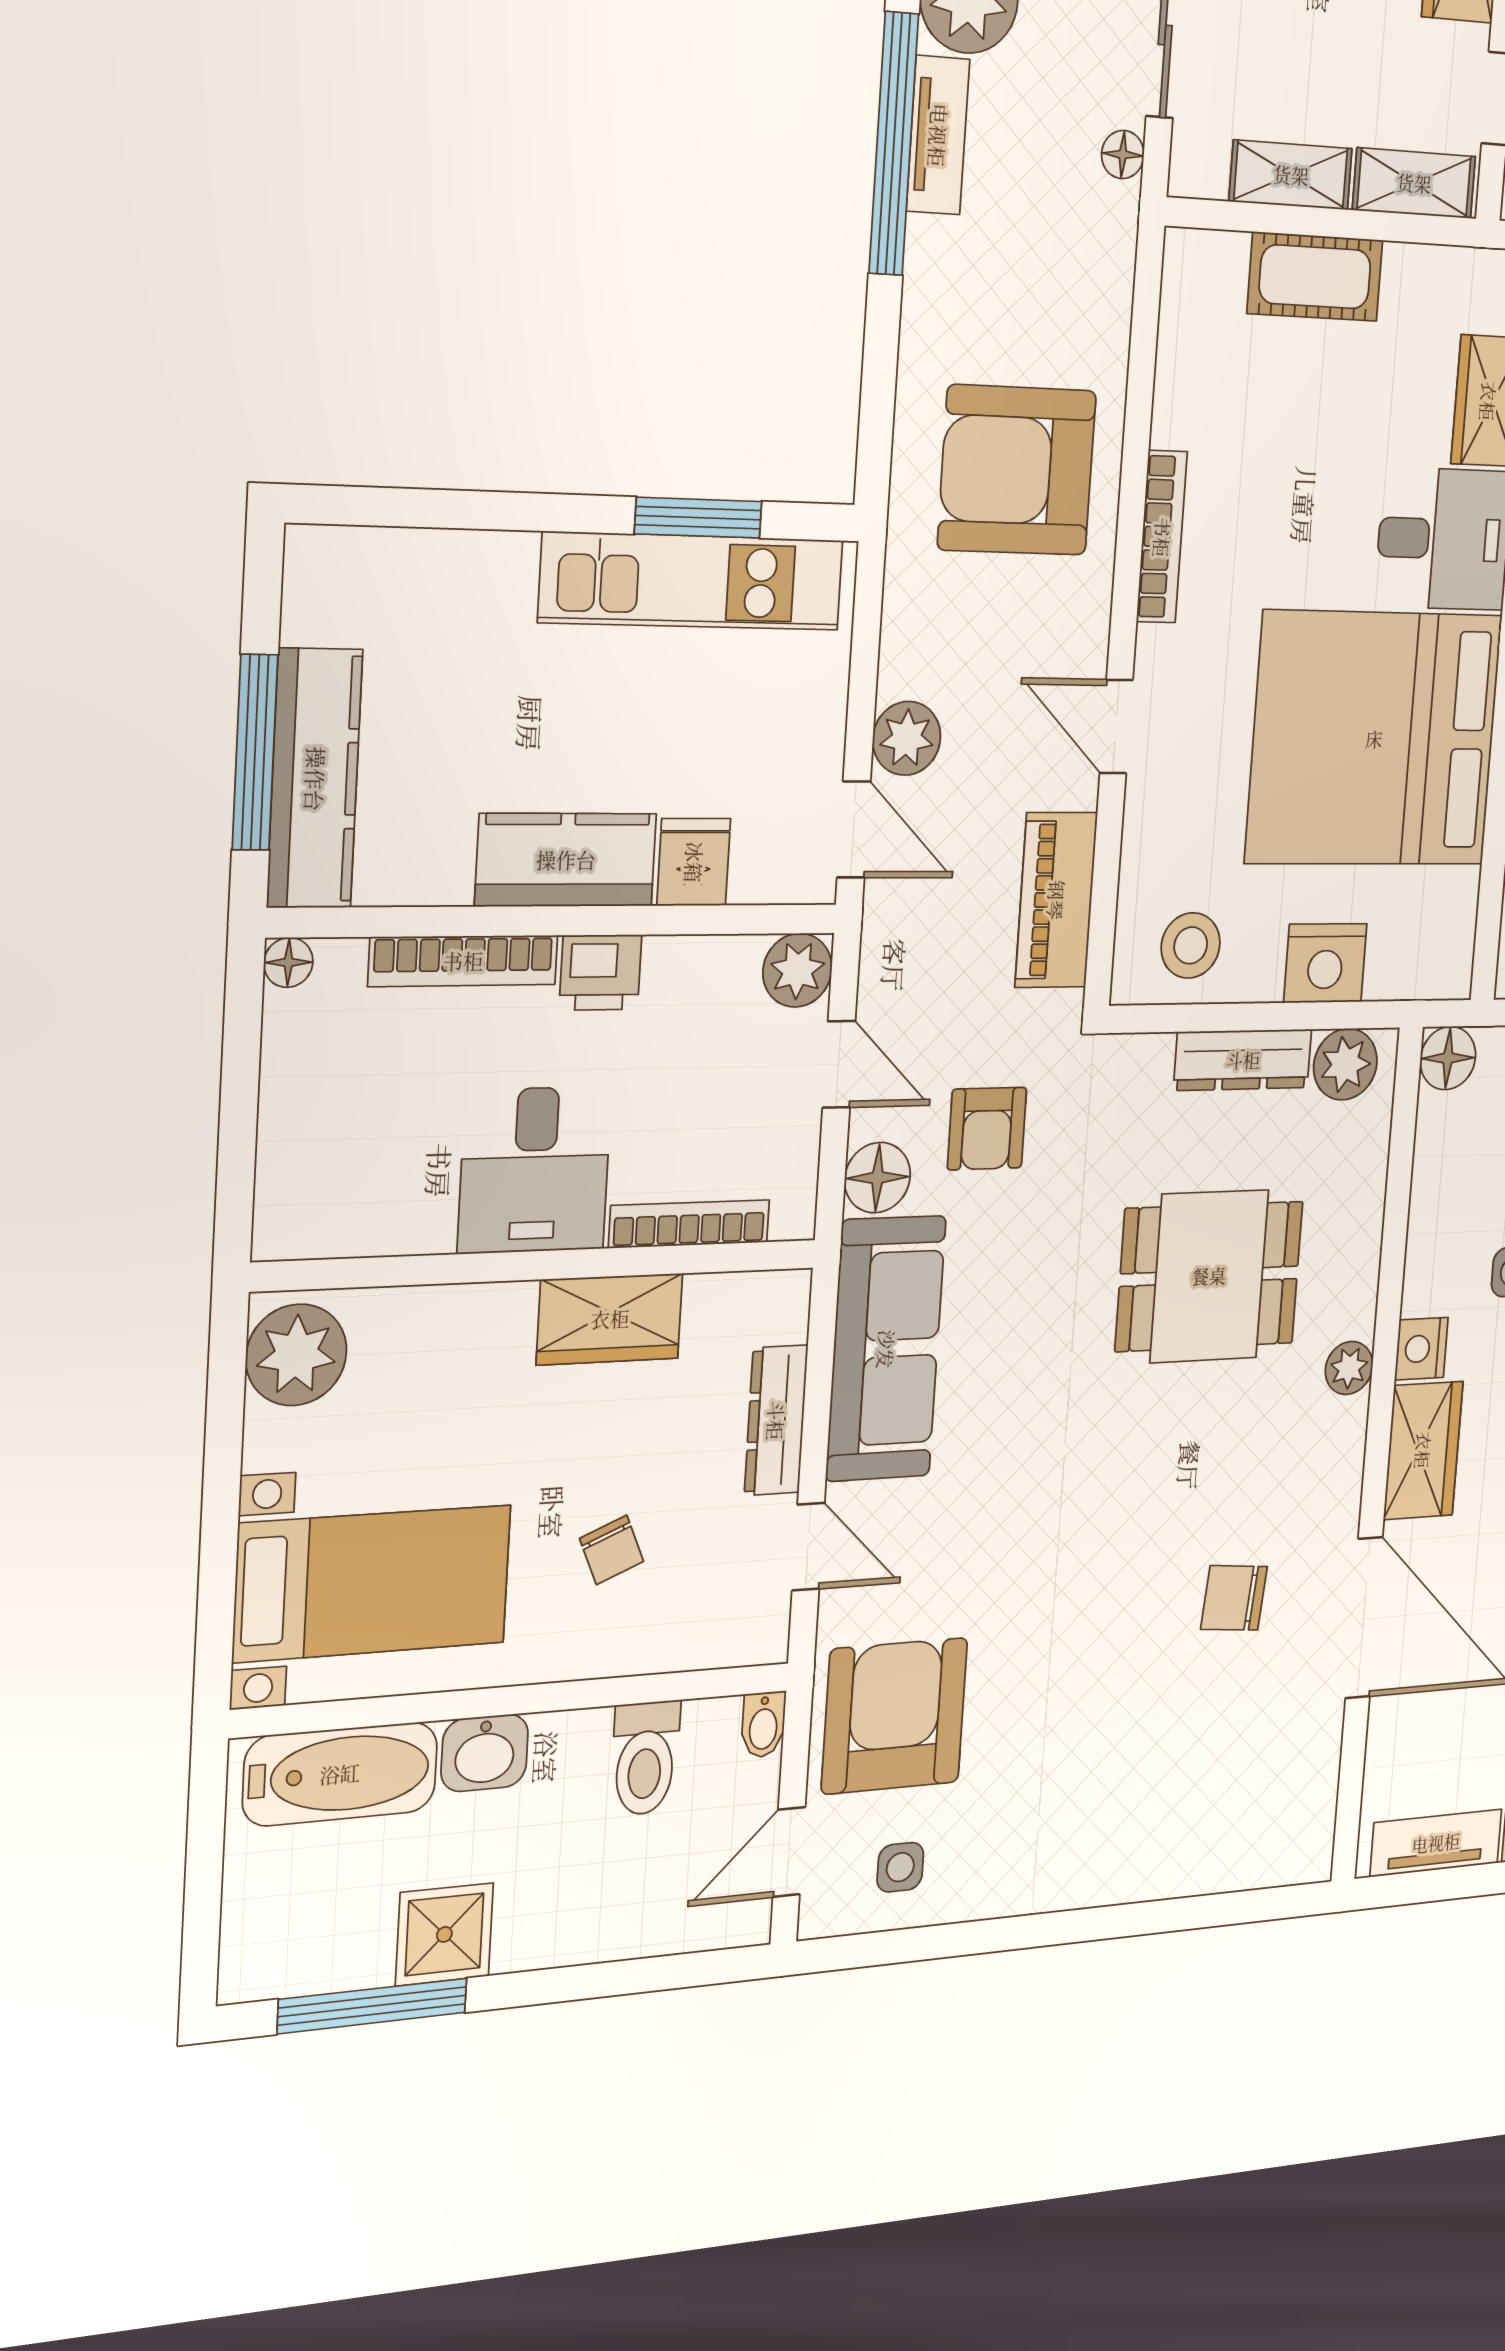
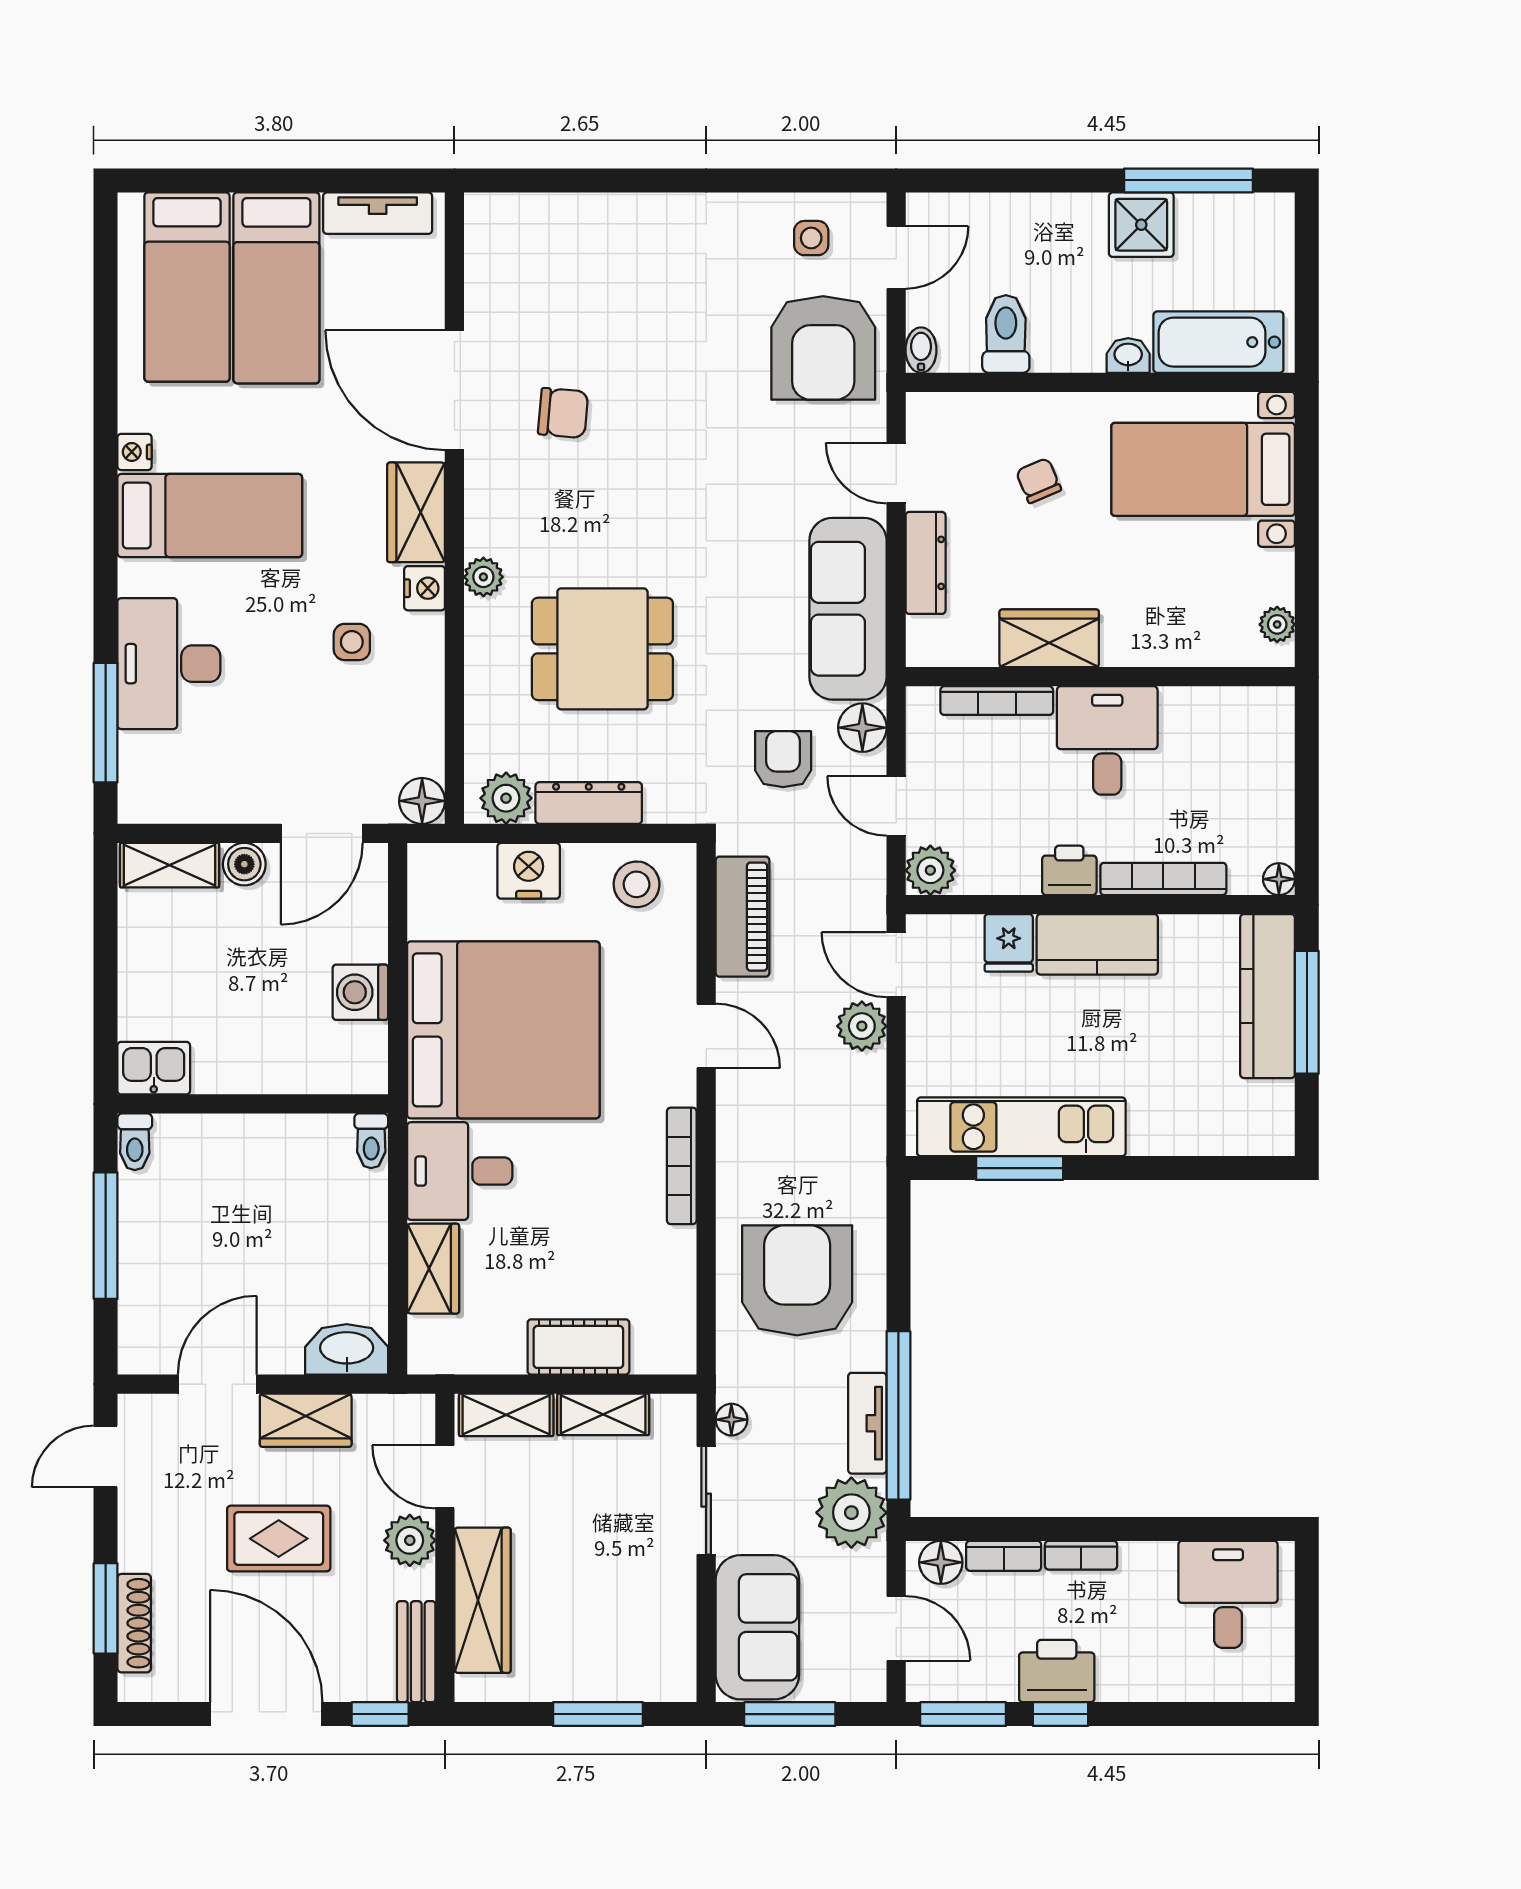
armchair: (1017, 470) -> (797, 1280), moved, turned -90
plant: (296, 1355) -> (1277, 624), width x0.53, depth x0.53
washbasin: (485, 1753) -> (1128, 355), width x0.72, depth x0.69

